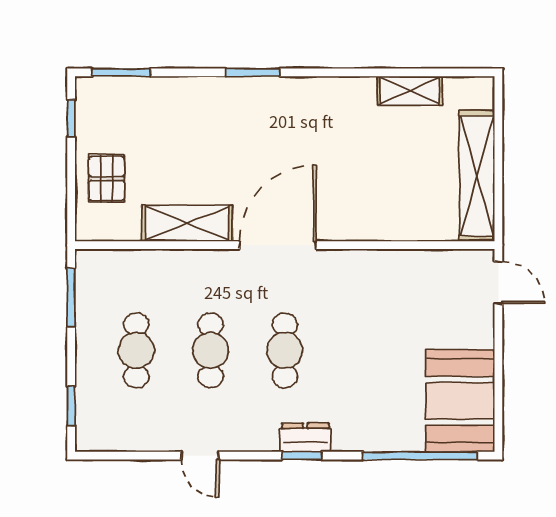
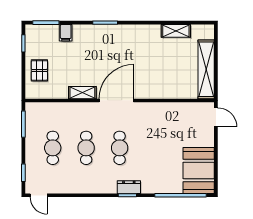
filing cabinet: (165, 95) -> (66, 33), added
shelving: (187, 223) -> (82, 93), width x0.67, depth x0.75
door: (200, 456) -> (39, 195), moved

